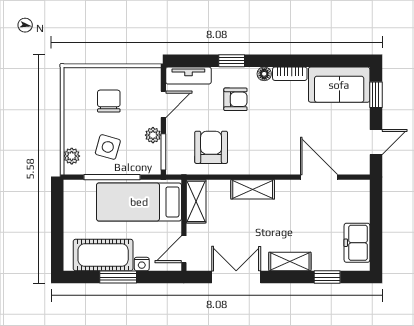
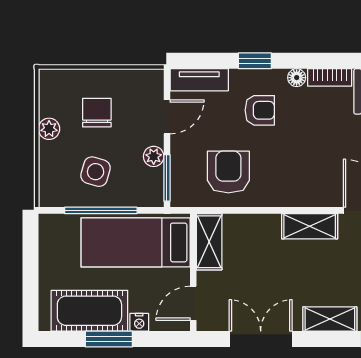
plant: (72, 156) -> (49, 129), moved
shelving: (253, 189) -> (310, 226), moved

